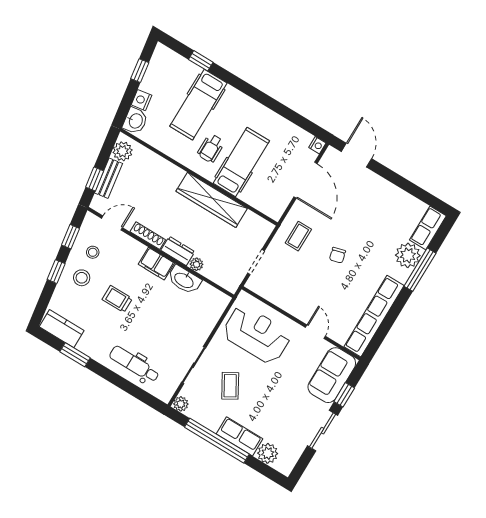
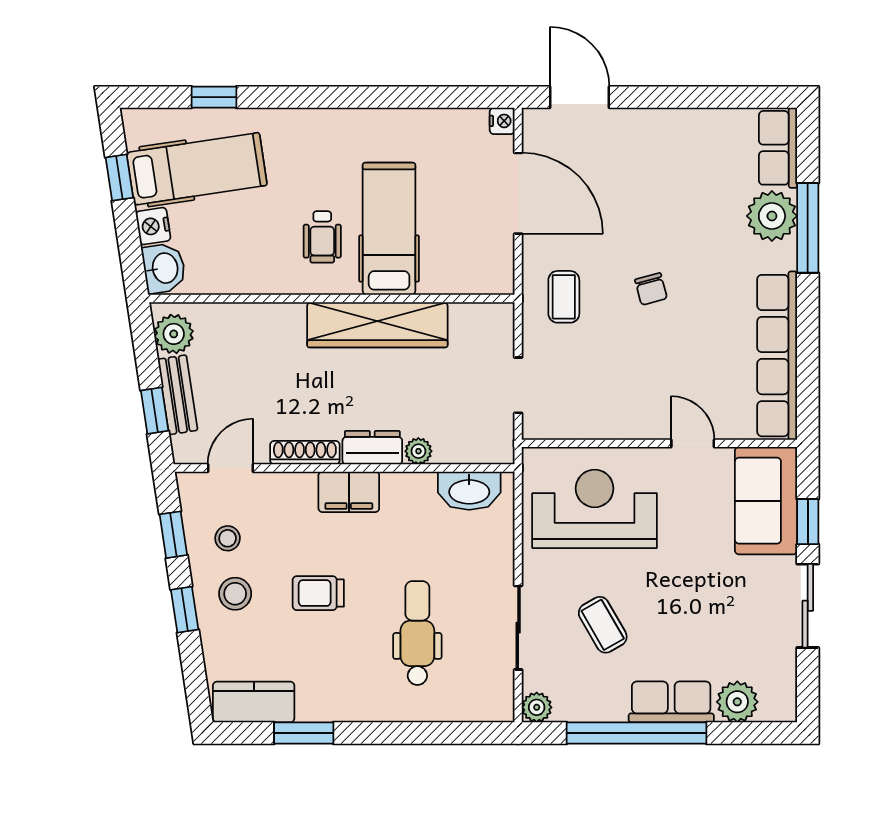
hospital bed: (198, 105) -> (197, 169), moved, turned -99
washbasin: (184, 280) -> (469, 491), moved
dental chair: (134, 364) -> (417, 633), moved, turned 90

